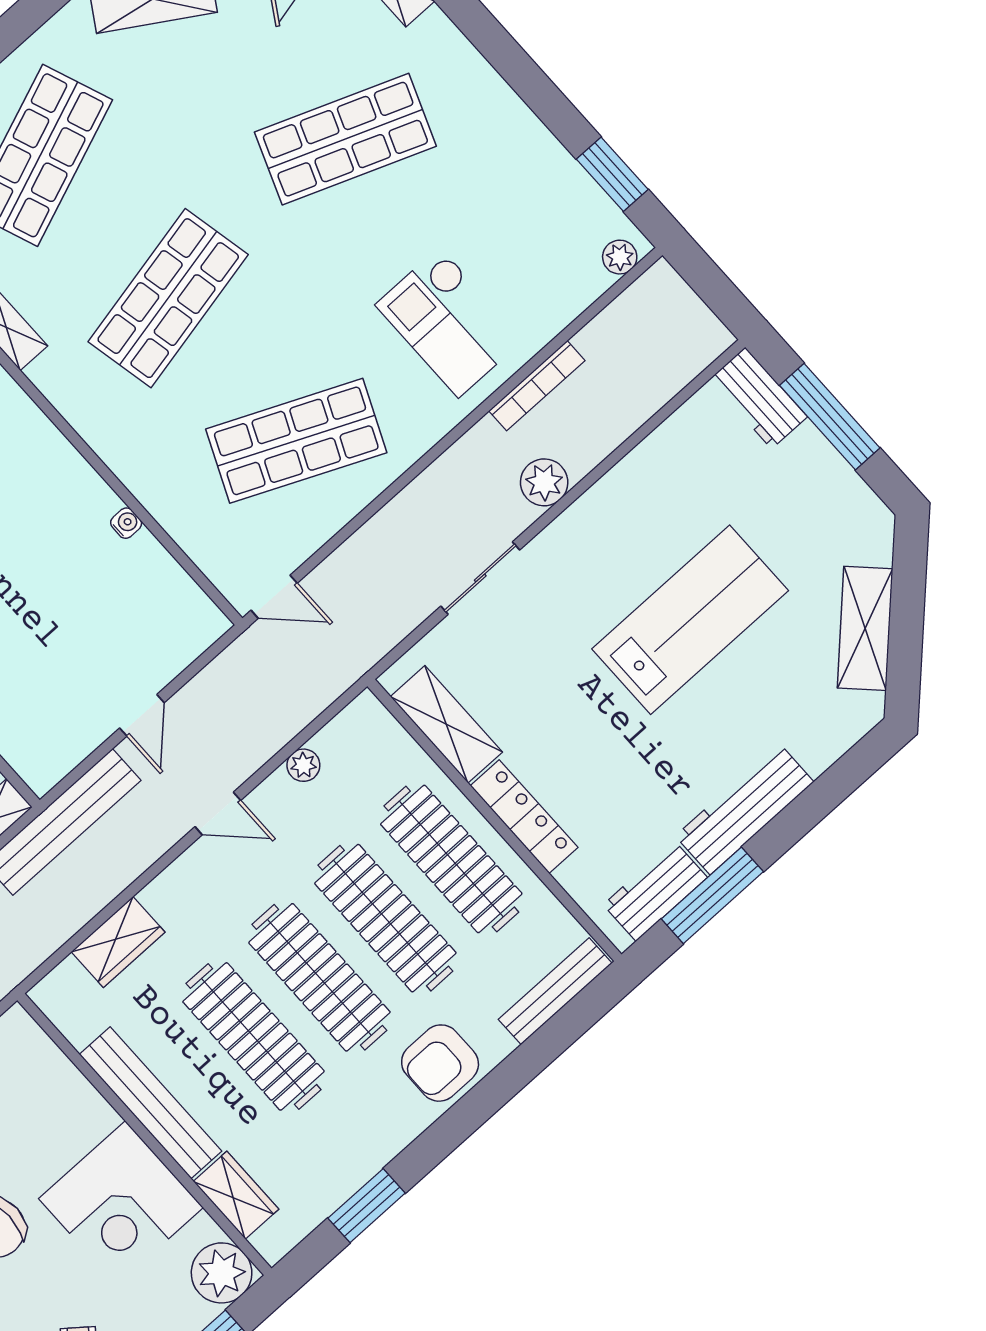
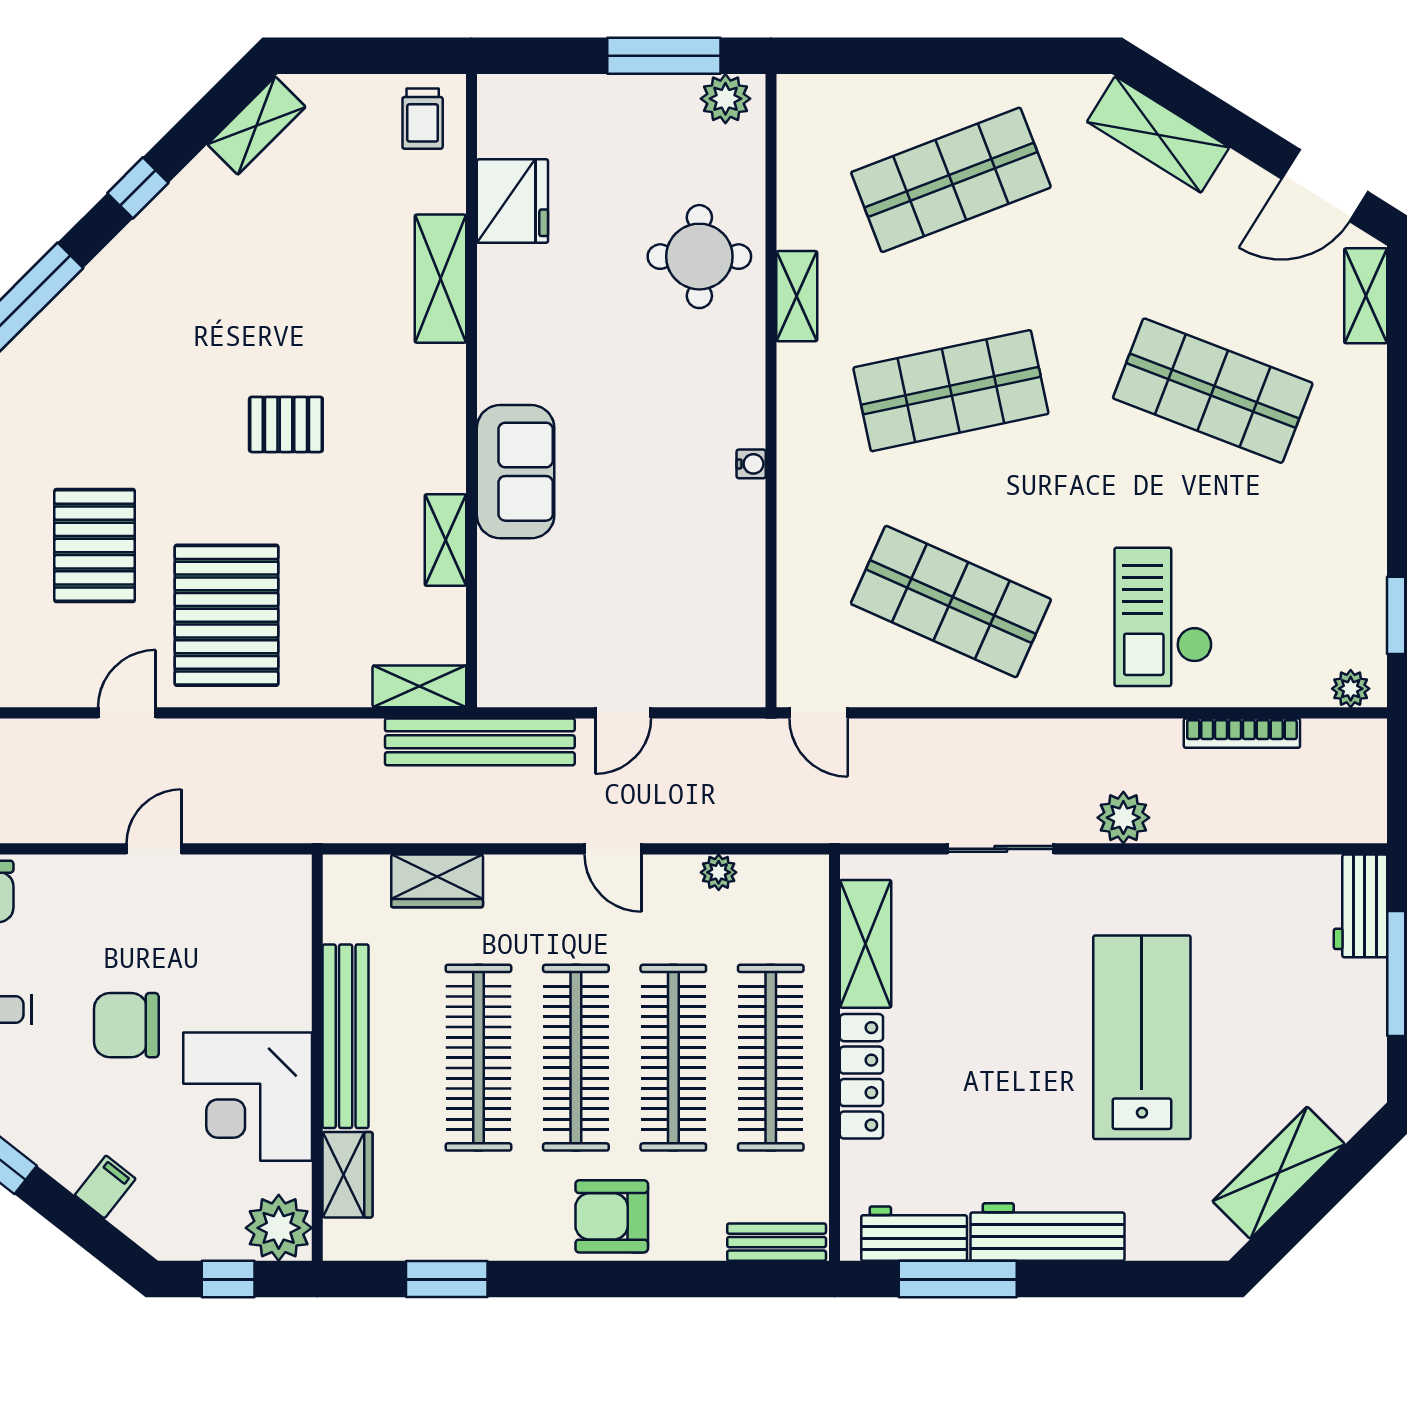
bookcase: (537, 386) -> (1242, 733), moved
water cooler: (126, 523) -> (751, 464), moved
lab bench: (690, 620) -> (1142, 1037), turned -90
bench: (555, 991) -> (777, 1242), width x0.73

